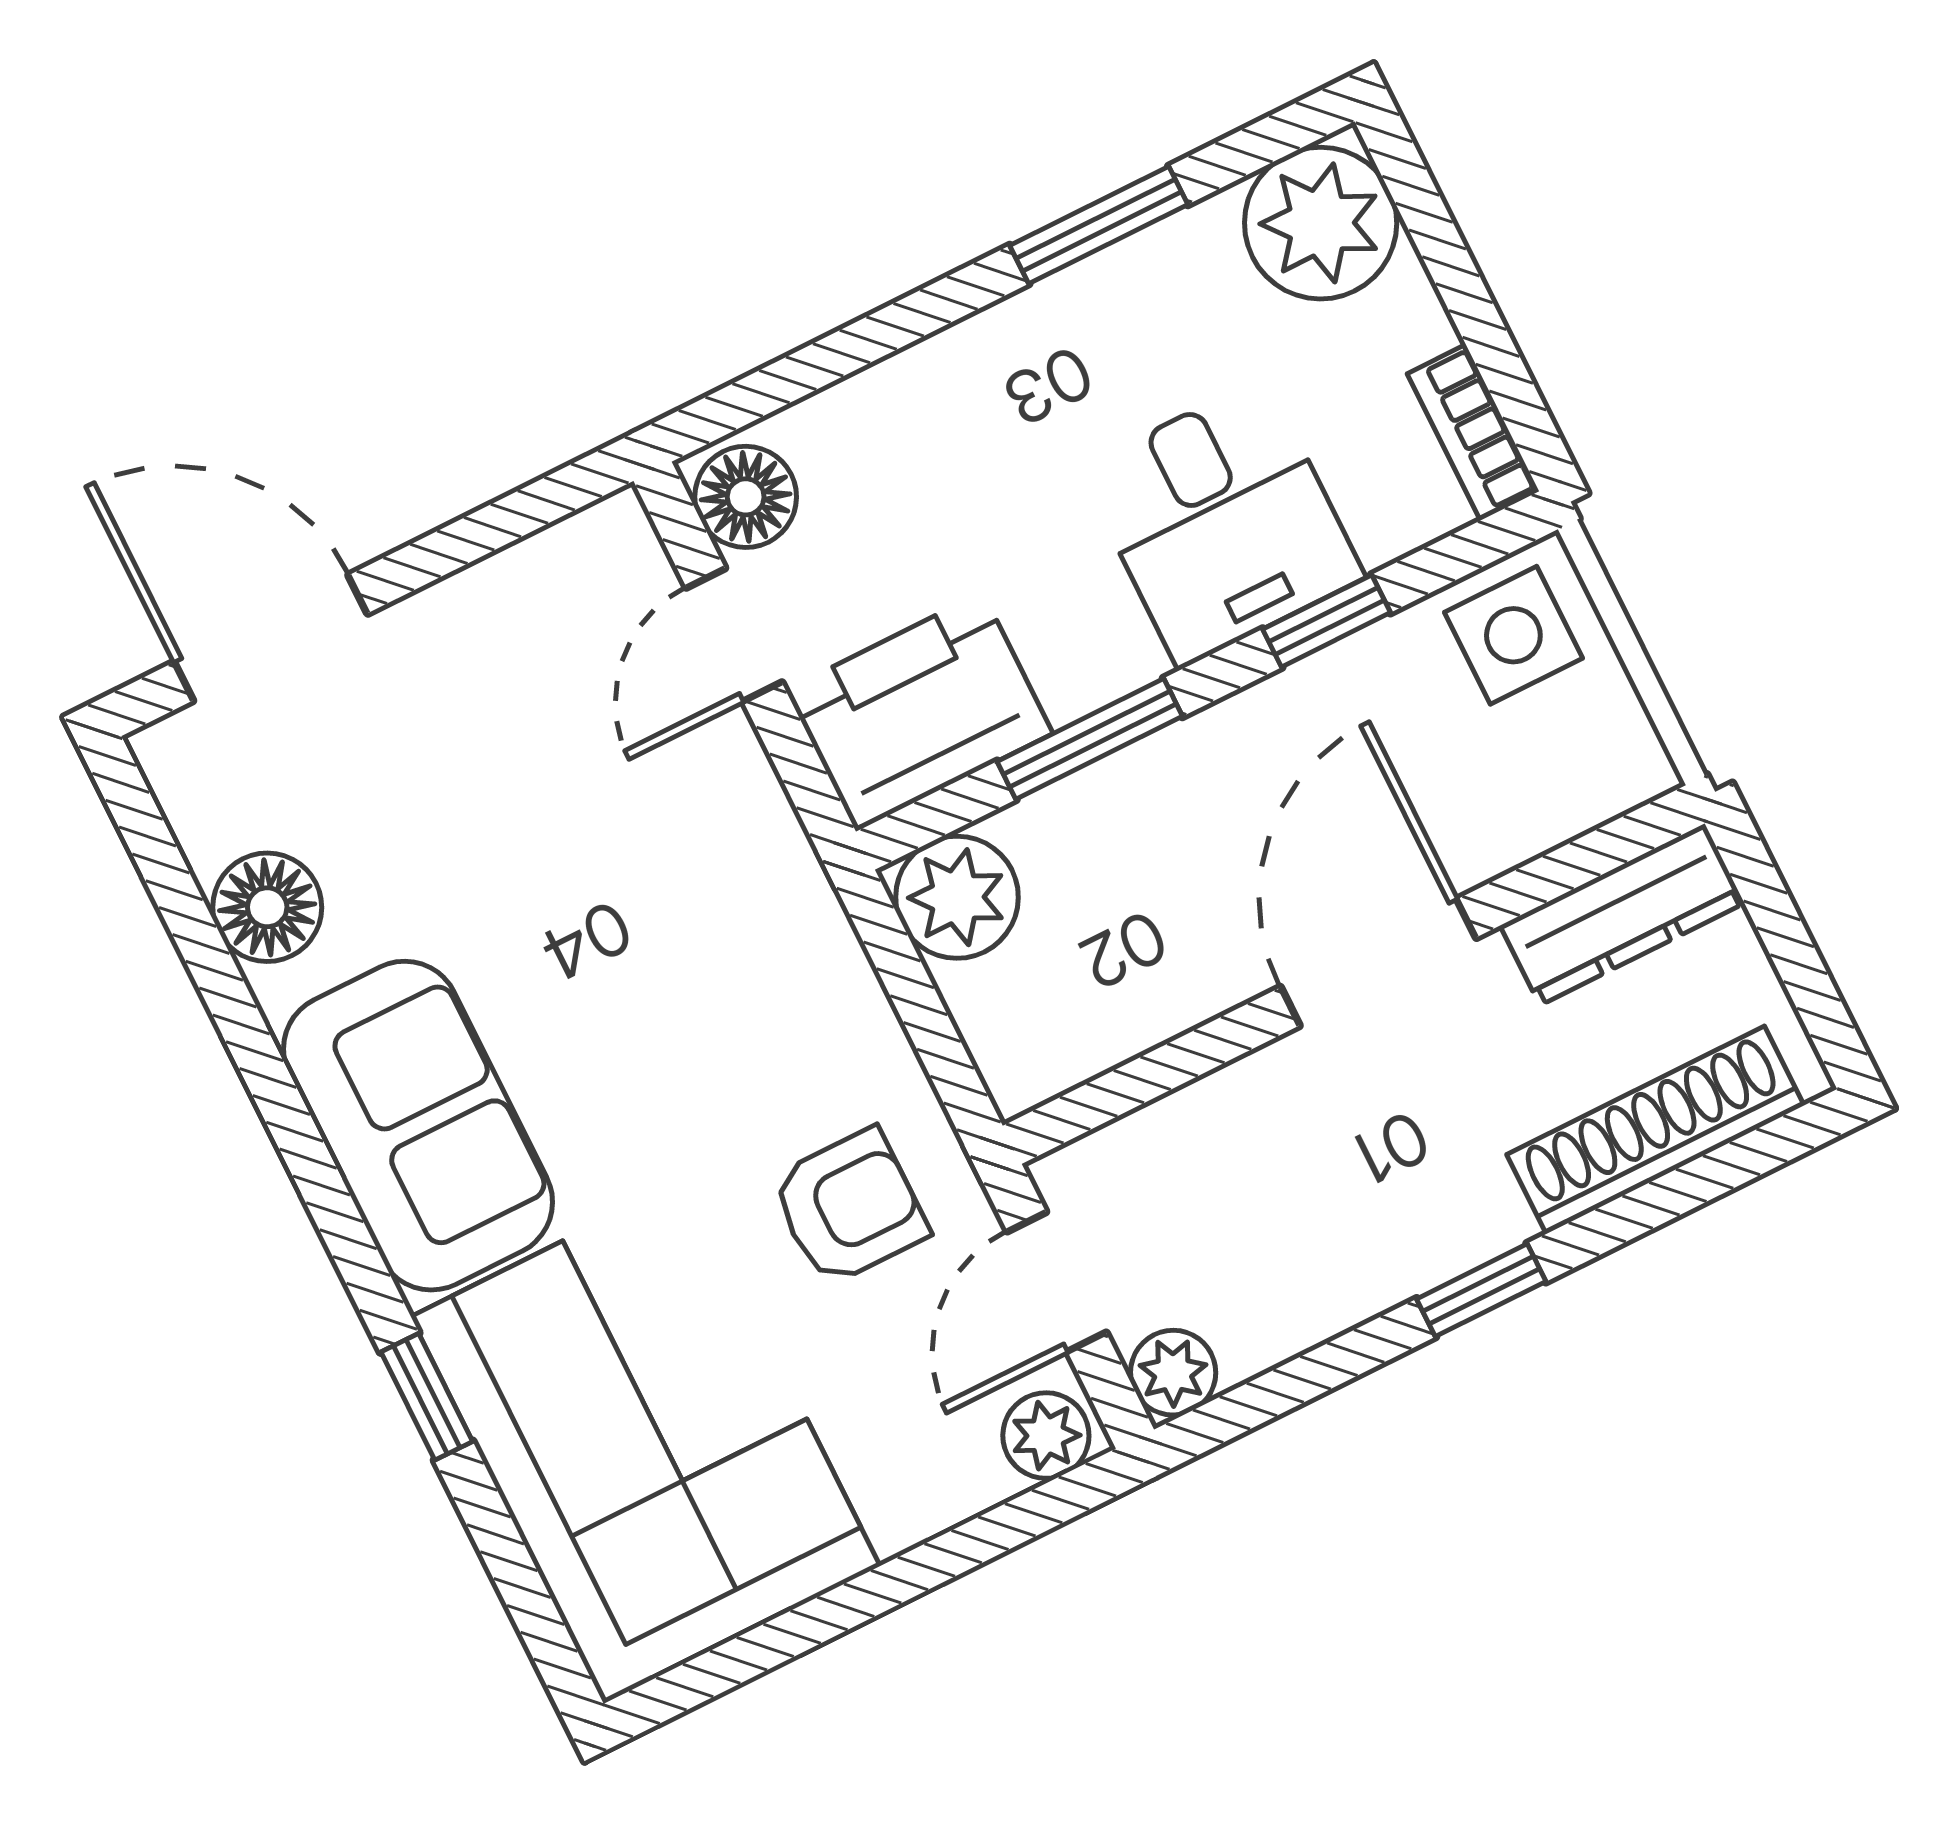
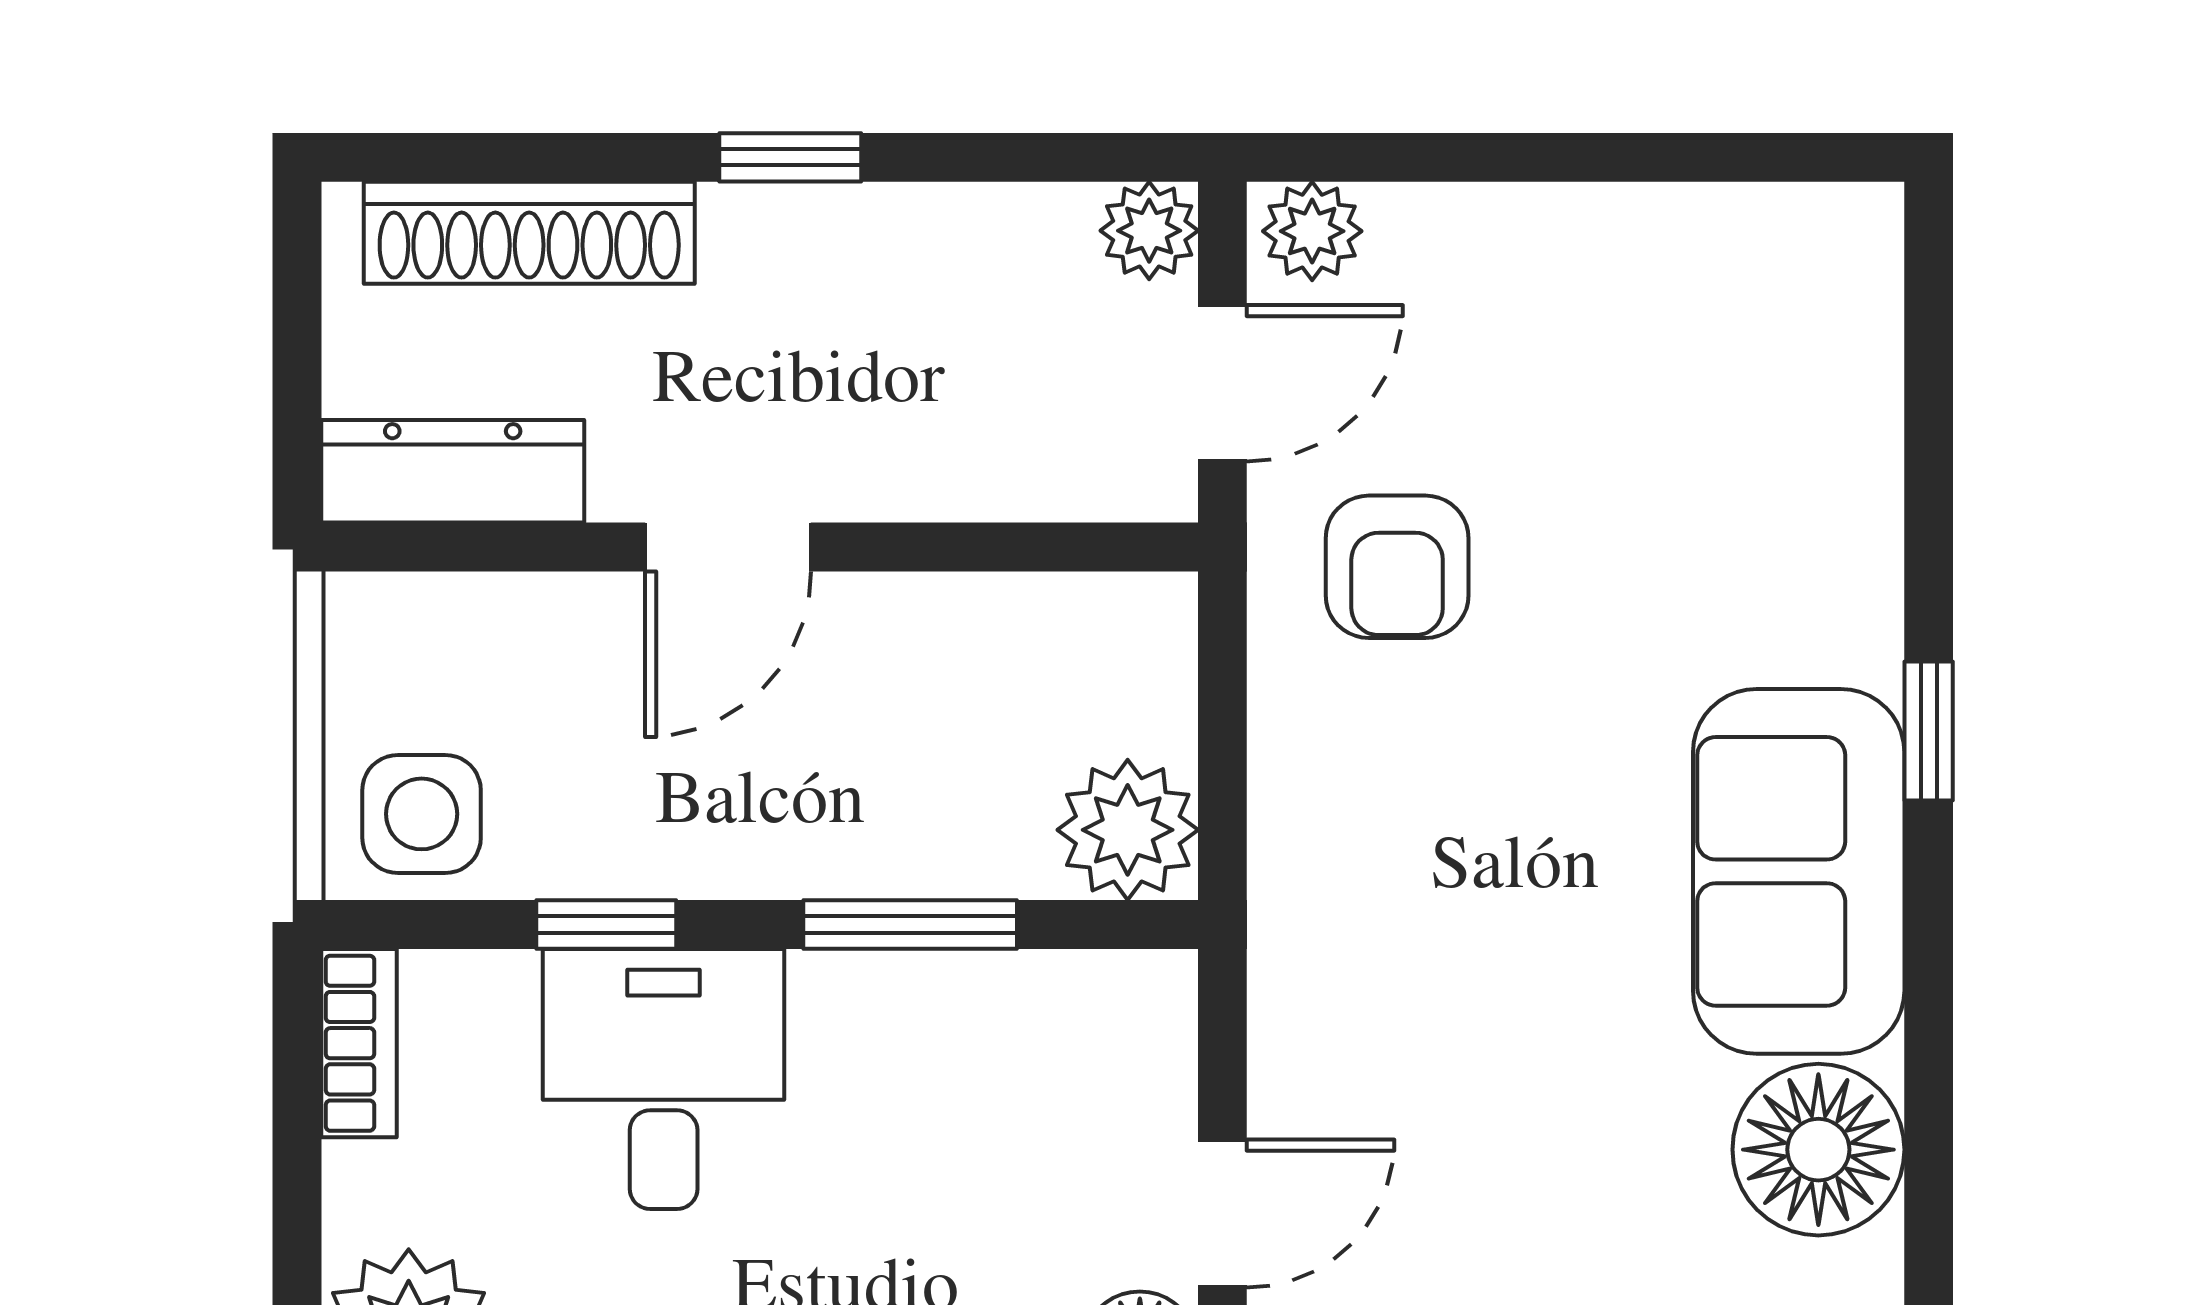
printer: (919, 712) -> (1072, 1040), removed
floor lamp: (267, 907) -> (1818, 1150), width x1.38, depth x1.38
door: (1378, 962) -> (728, 547), width x0.73
armchair: (849, 1207) -> (1397, 567), turned -90
window: (427, 1397) -> (1929, 731), moved
corner sofa: (645, 1441) -> (1727, 430), removed

